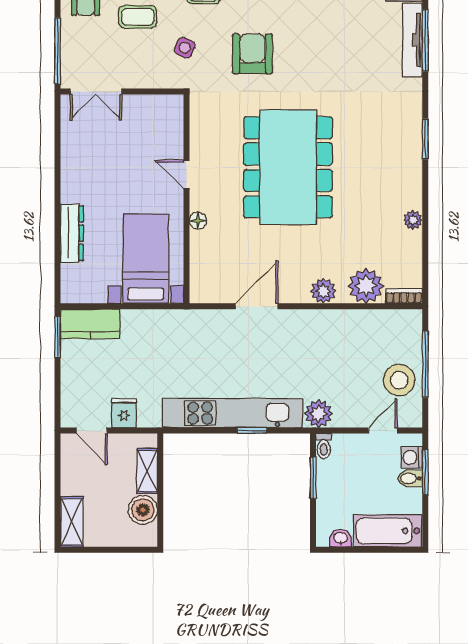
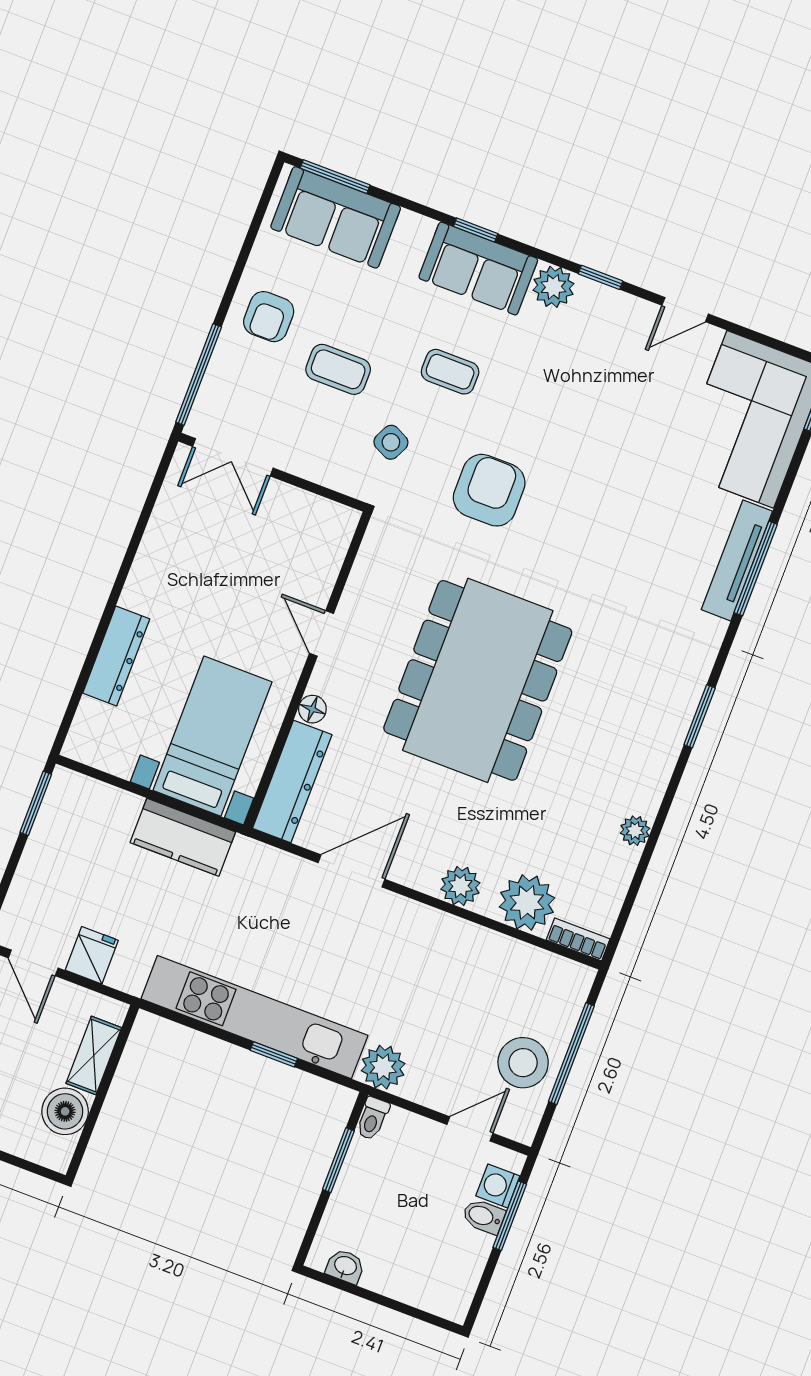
dresser: (202, 267) -> (292, 781), added
kitchen counter: (90, 324) -> (183, 837), moved
bathtub: (387, 531) -> (420, 1282), removed

